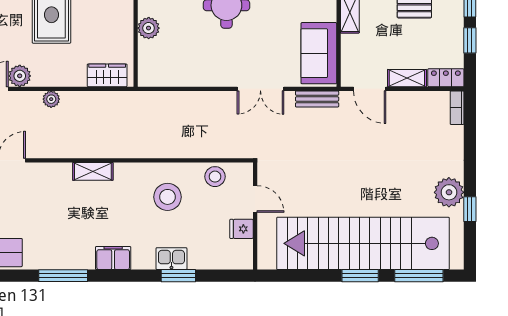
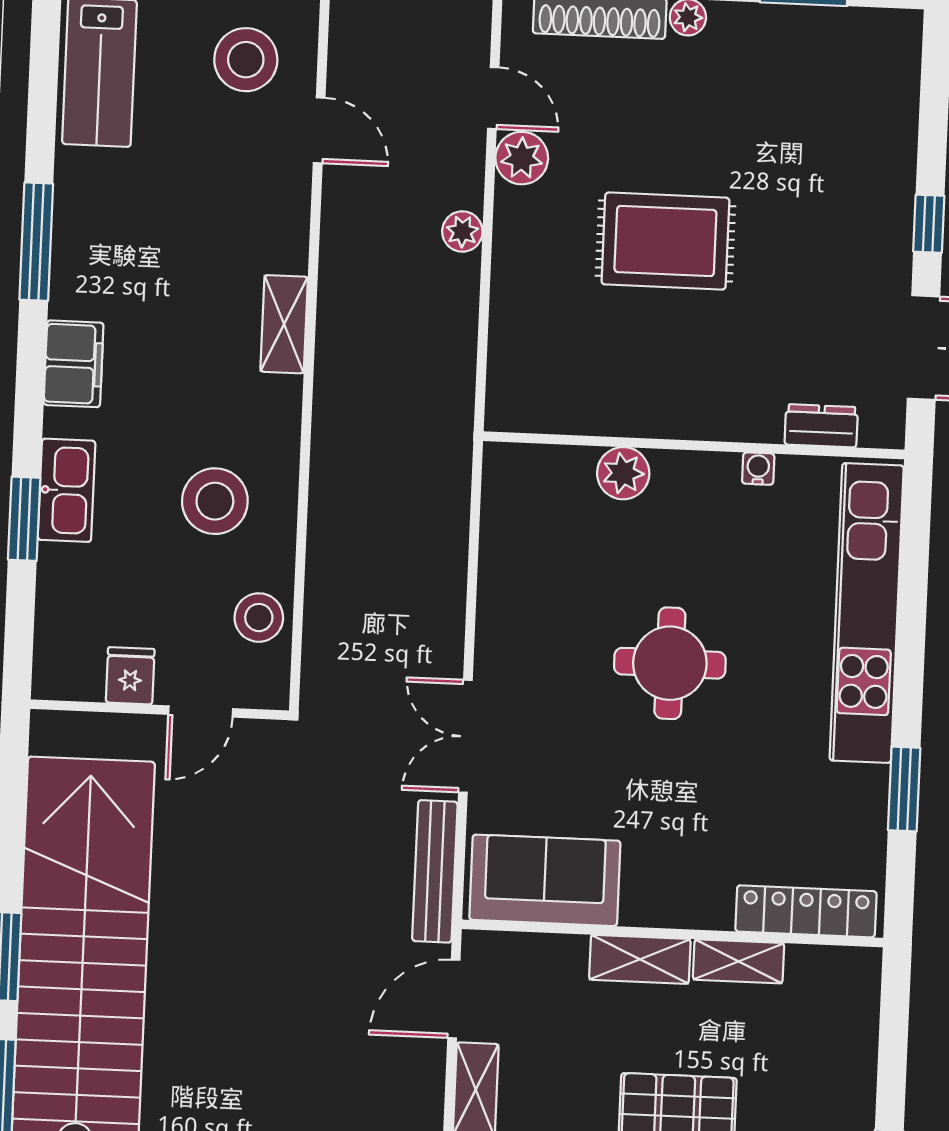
wardrobe: (107, 75) -> (514, 369), removed
bench: (317, 99) -> (435, 871), width x1.36
kitchen sink: (171, 259) -> (67, 490), width x1.38

